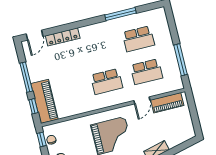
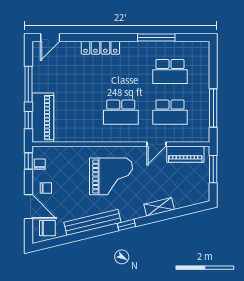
locker: (63, 37) -> (100, 48), moved
window: (193, 109) -> (213, 169), added

